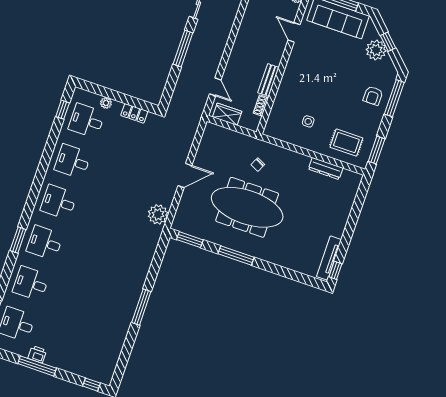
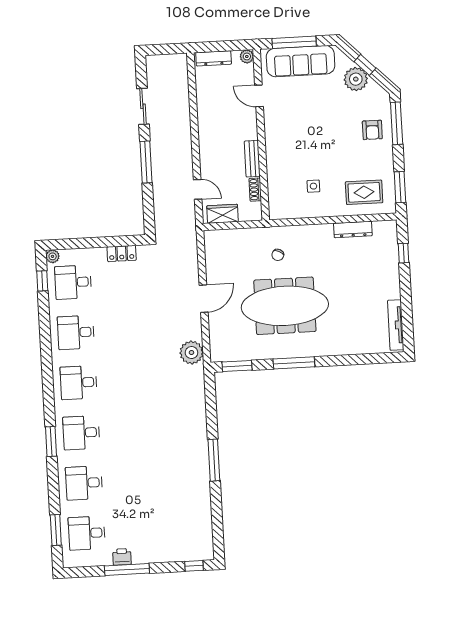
plant: (106, 103) -> (53, 256), moved
window: (335, 270) -> (404, 253), moved

